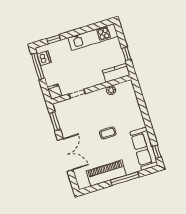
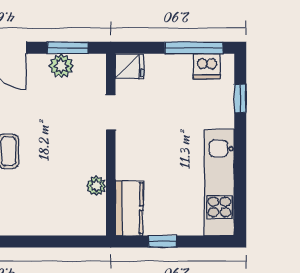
plant: (64, 121) -> (61, 66), added

